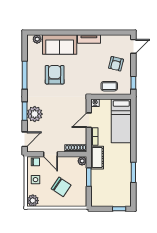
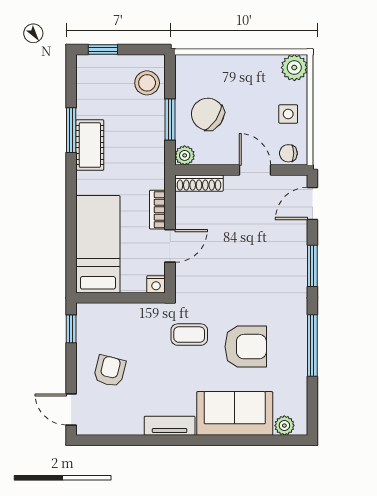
door: (133, 46) -> (71, 409), hinge flipped
armchair: (55, 75) -> (246, 347), turned -90
coffee table: (109, 86) -> (189, 335), moved
plant: (35, 114) -> (290, 259), removed
cot: (97, 158) -> (90, 145), moved
chair: (61, 187) -> (208, 114), moved
stool: (99, 194) -> (147, 83), added

